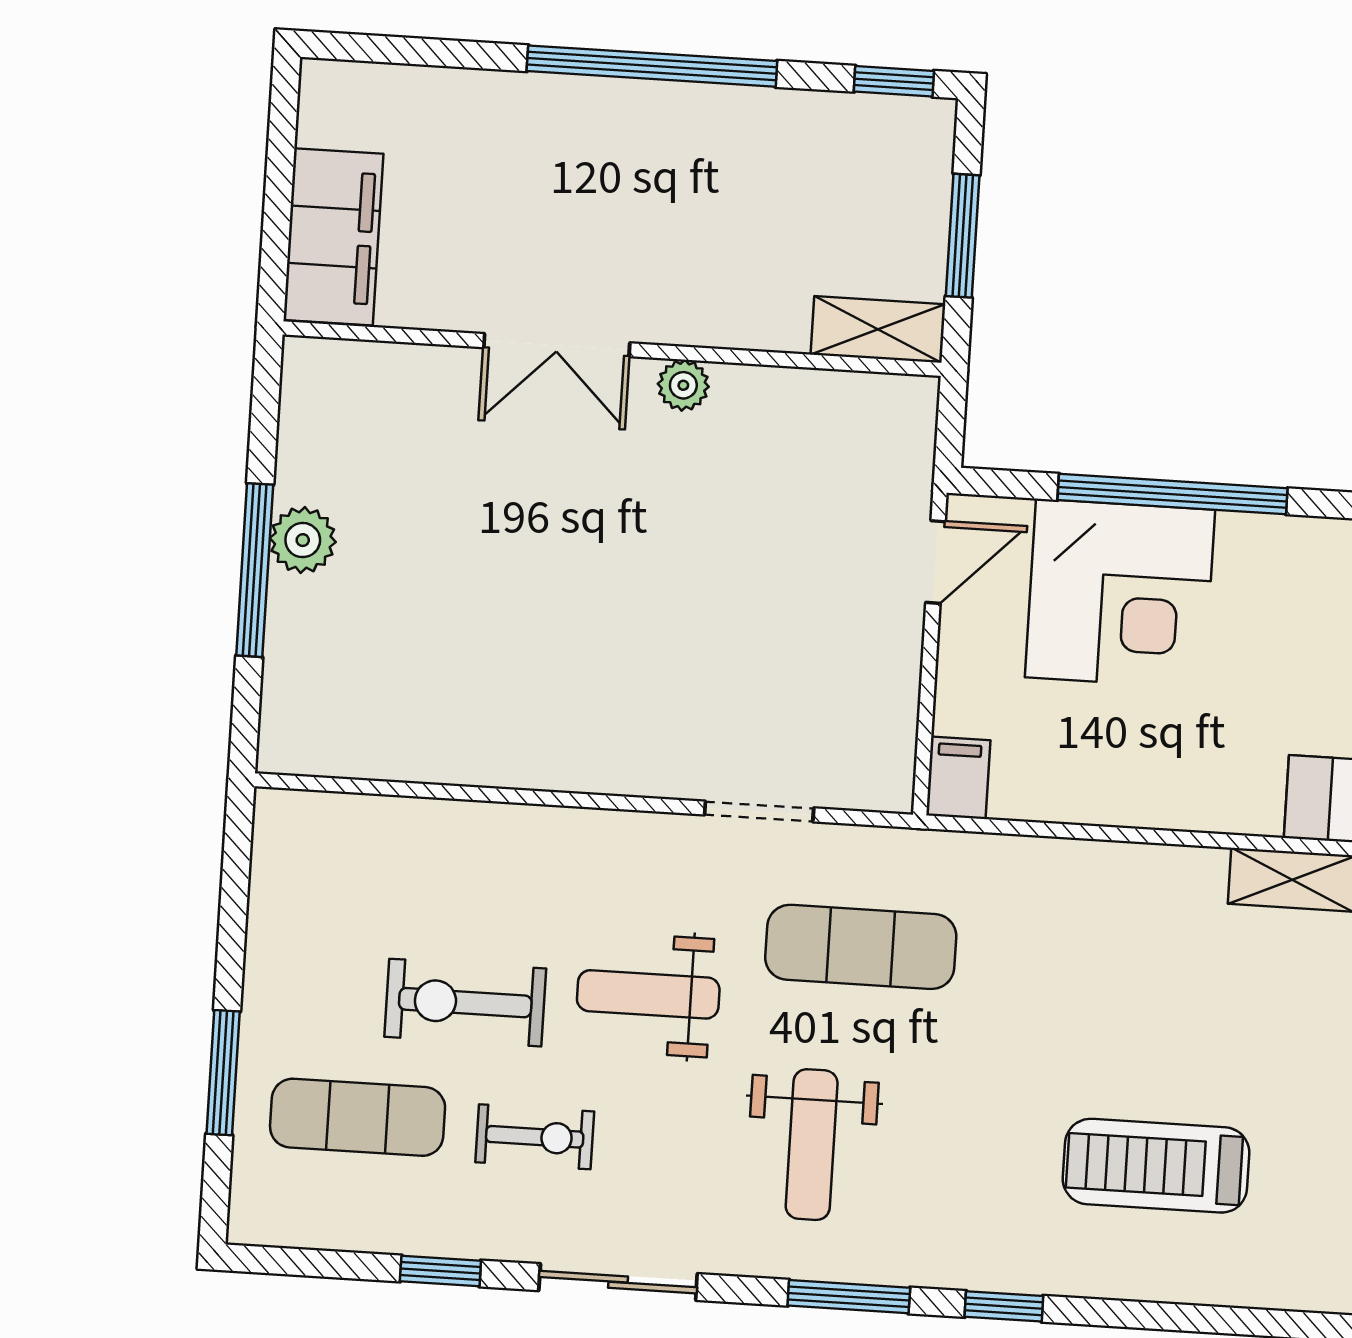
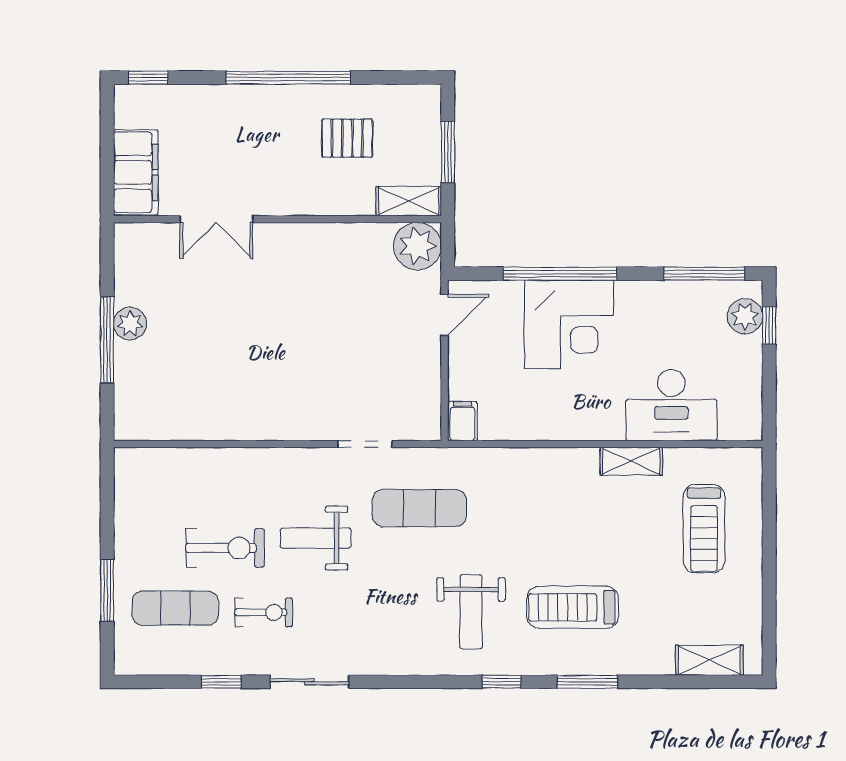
window: (894, 81) -> (148, 78), moved
pallet: (762, 195) -> (347, 138), added
double door: (557, 345) -> (216, 219), moved
plant: (683, 385) -> (417, 246), moved, width x1.88, depth x1.88
corner desk: (1120, 594) -> (569, 325), moved
exercise bike: (465, 1003) -> (225, 548), turned 180
weight bench: (812, 1145) -> (471, 612), moved
window: (849, 1297) -> (587, 682), moved

